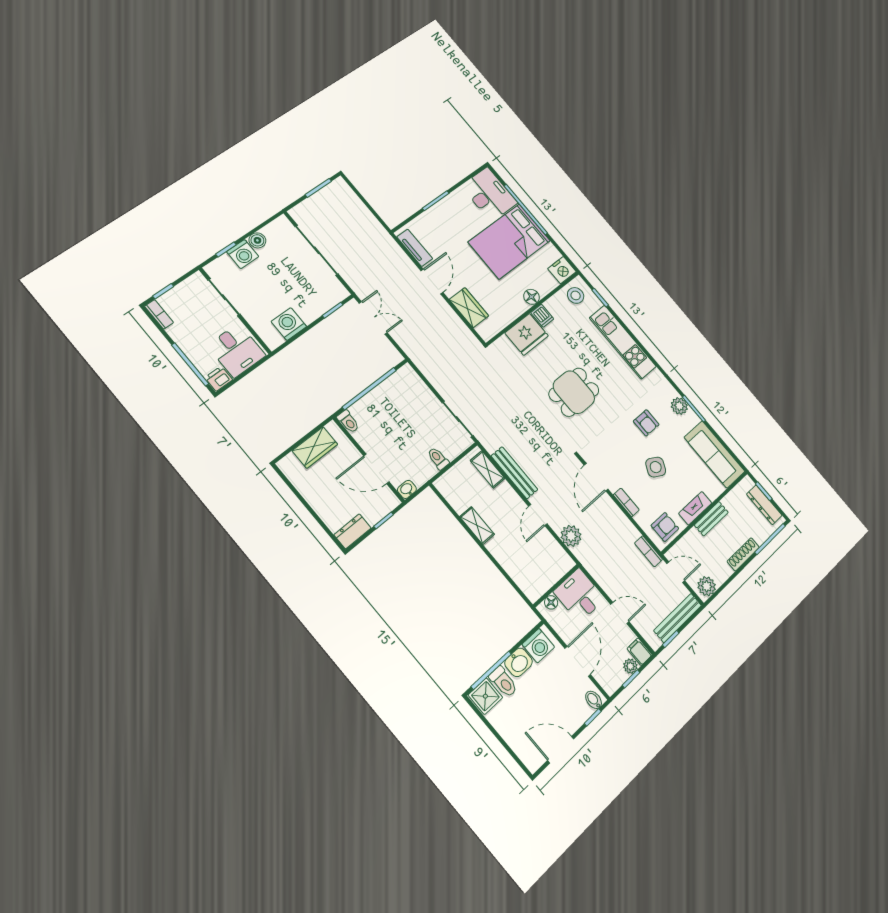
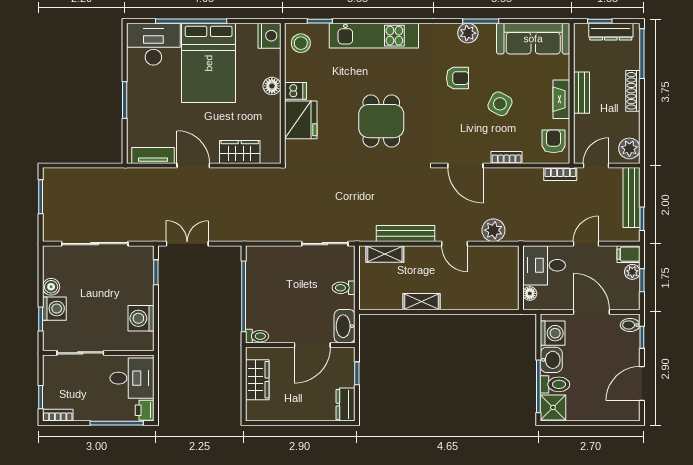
washbasin: (407, 489) -> (345, 326), width x1.91, depth x1.45

